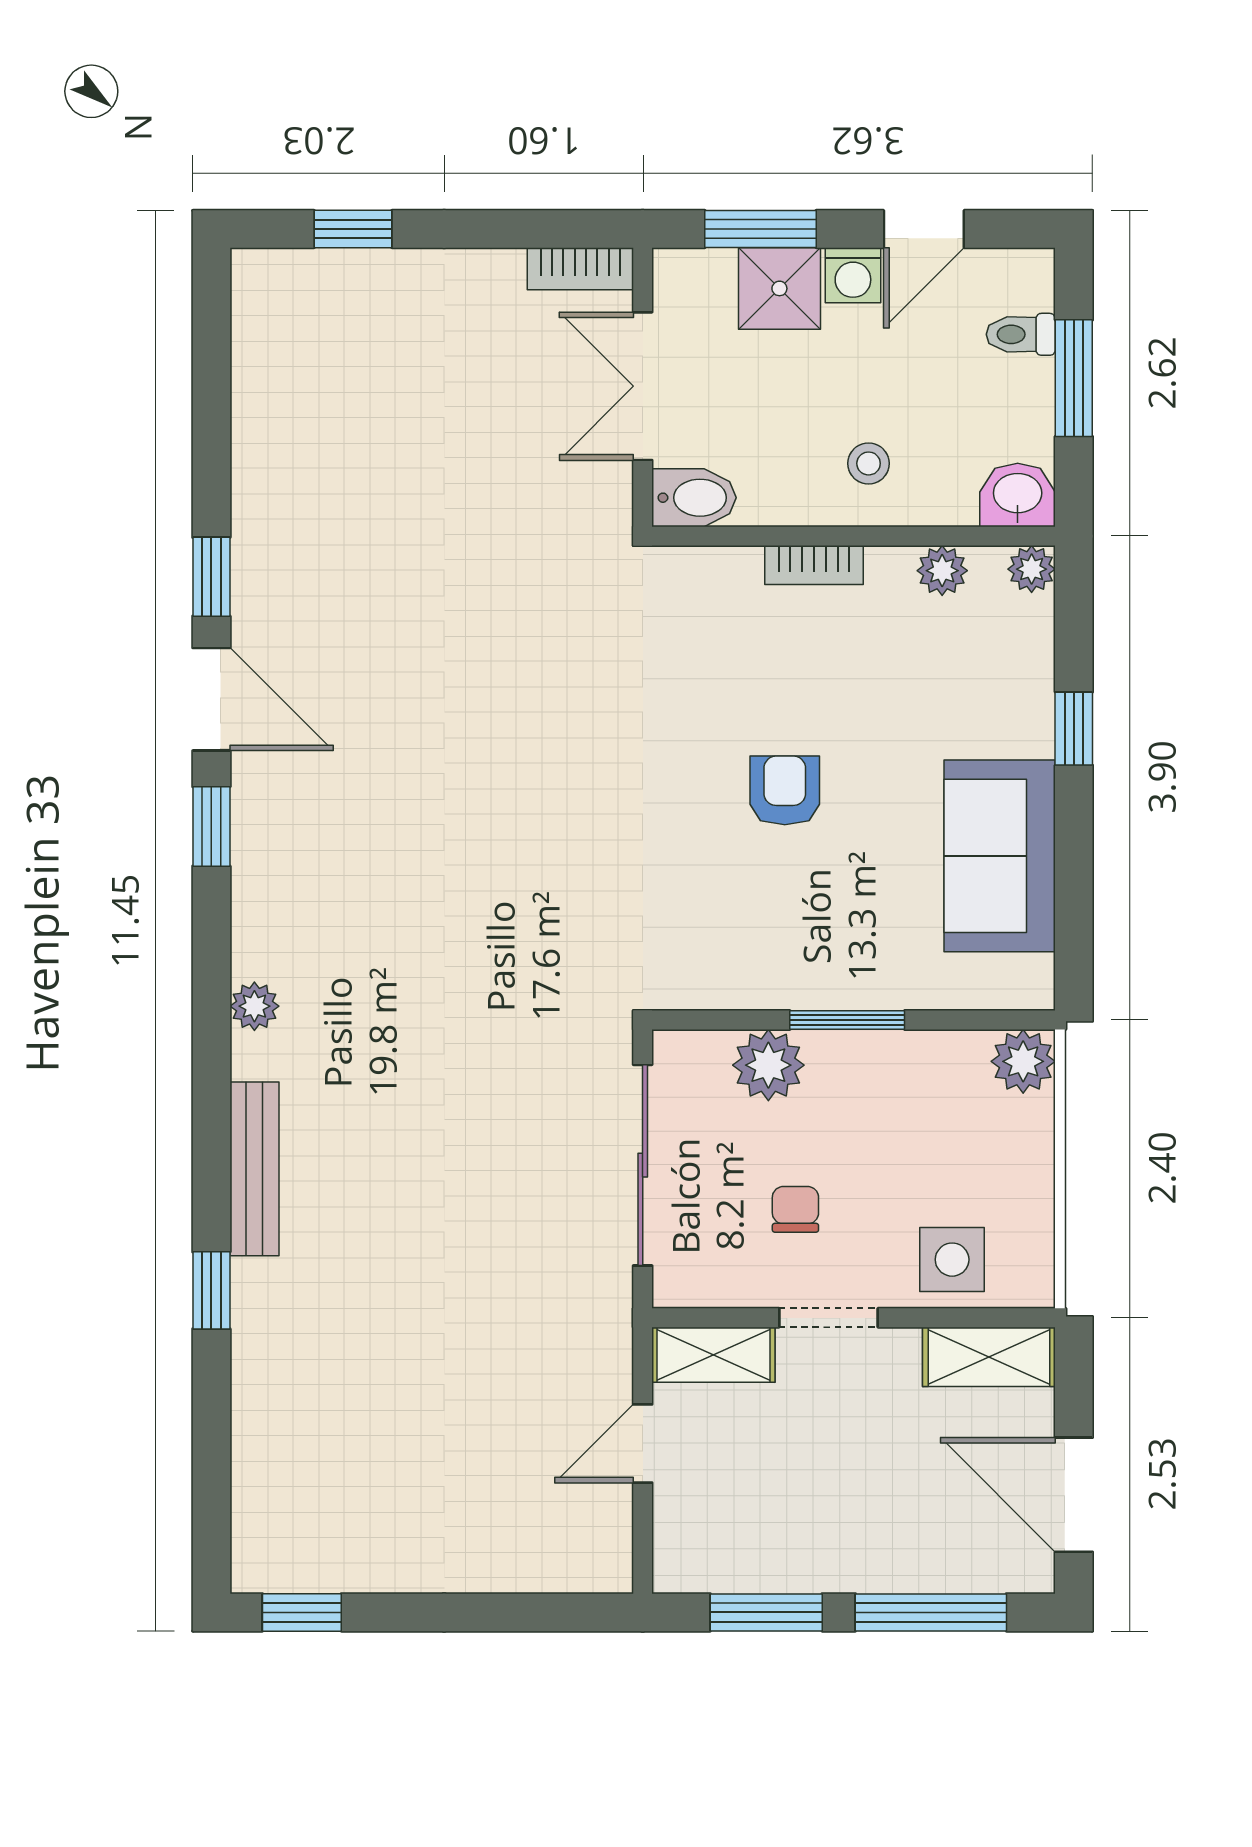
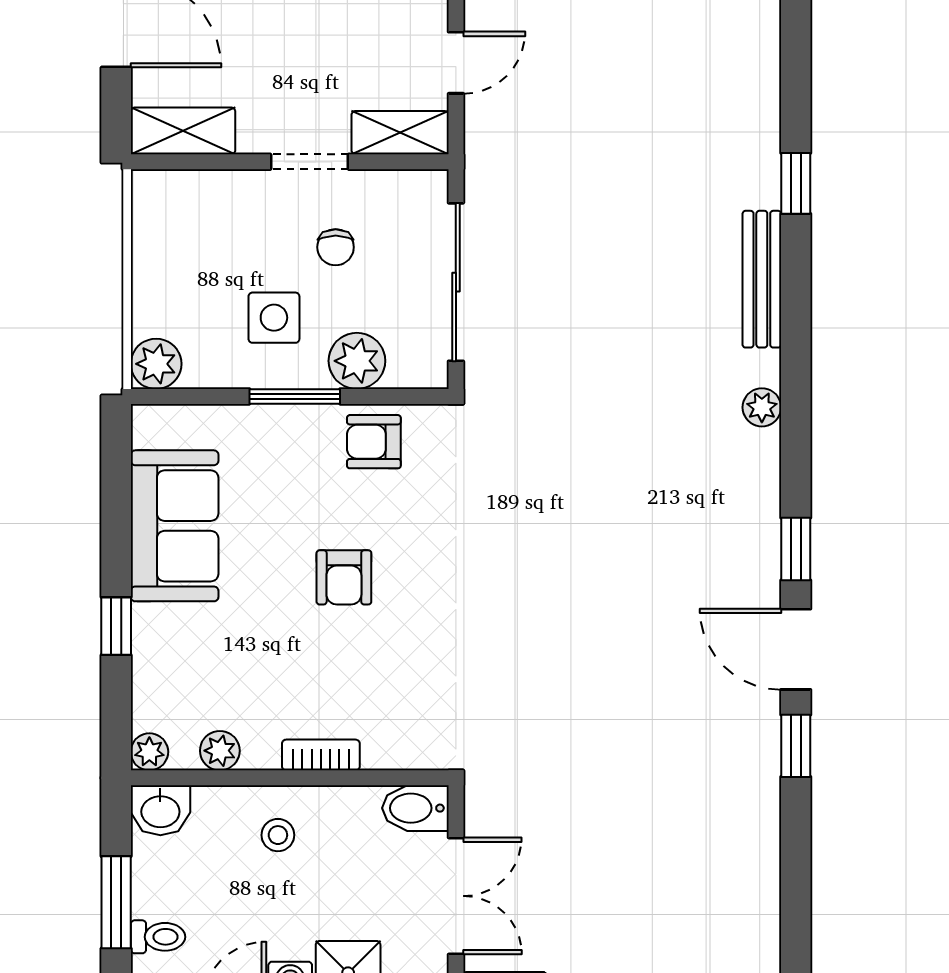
armchair: (747, 963) -> (374, 442), added
side table: (952, 1260) -> (274, 318), moved

